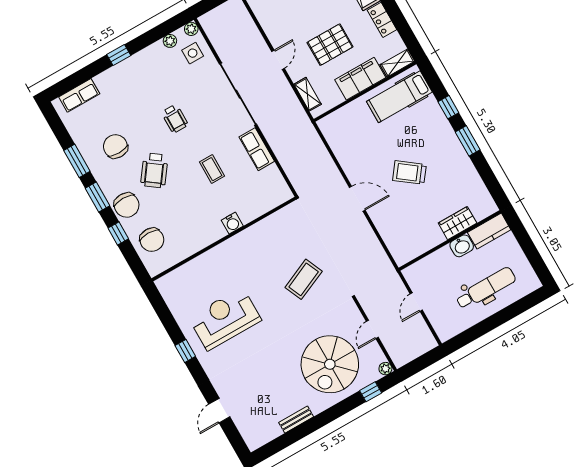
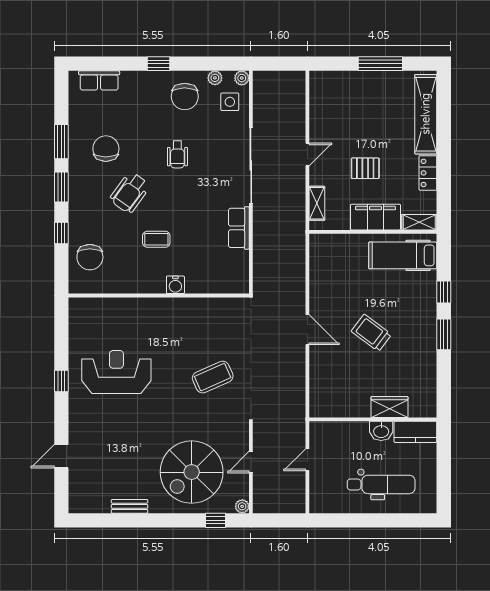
pallet: (330, 45) -> (365, 168), width x0.67, depth x0.71
coffee table: (212, 169) -> (156, 239), moved, turned 90
chair: (127, 205) -> (185, 96), moved

